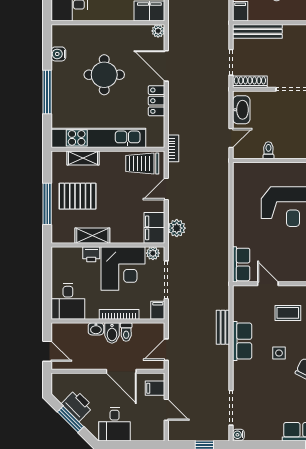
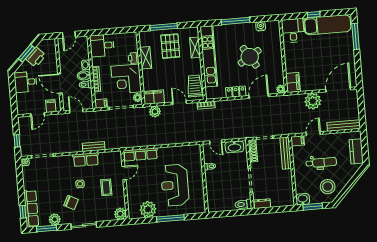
round table: (104, 75) -> (250, 57), turned -32
row of seats: (241, 264) -> (140, 154), width x1.48
door: (121, 371) -> (60, 83), hinge flipped

